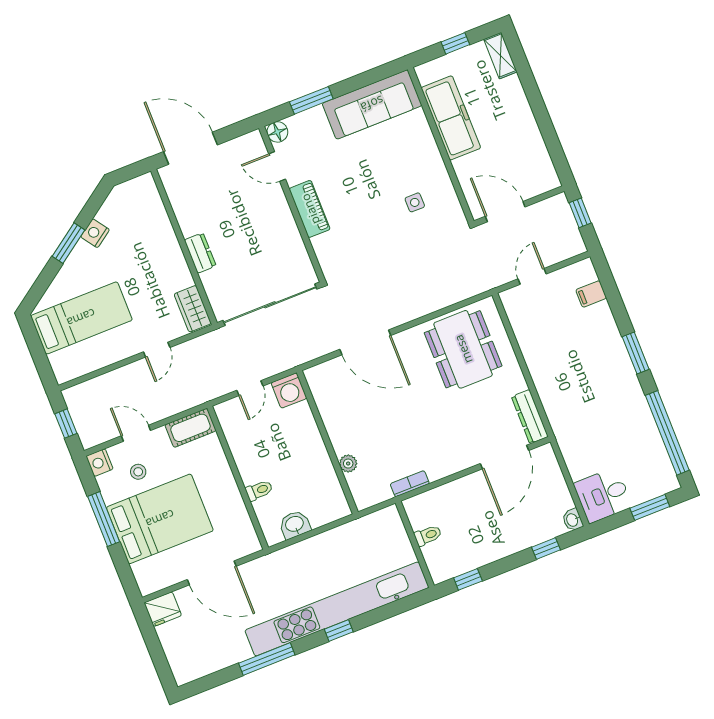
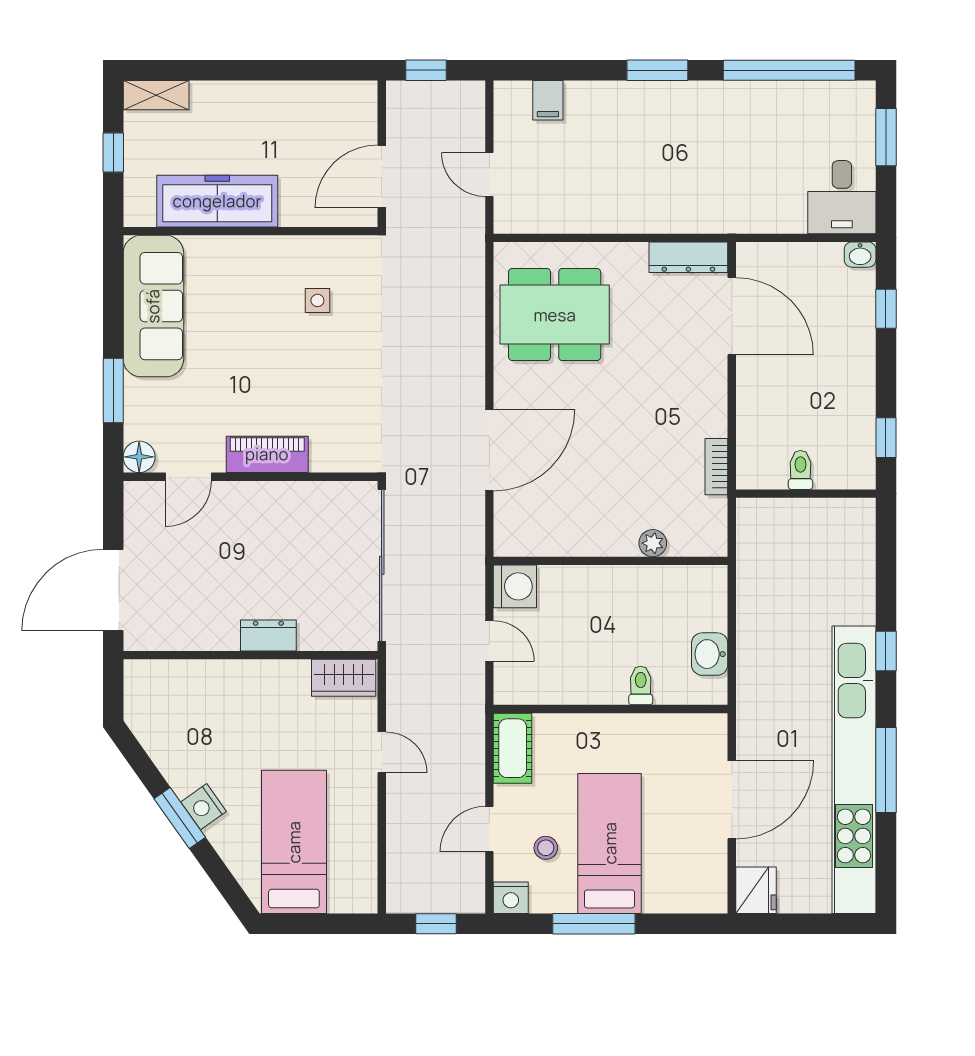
nightstand: (95, 233) -> (204, 807), moved
bed: (160, 519) -> (610, 843), width x0.67
kitchen unit: (337, 609) -> (854, 770), moved

